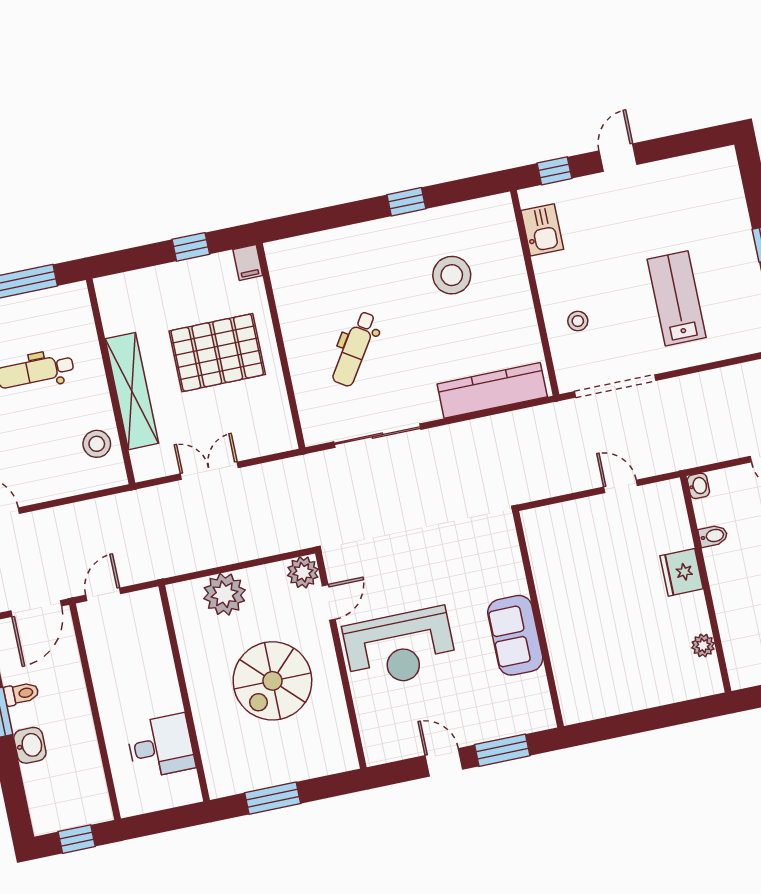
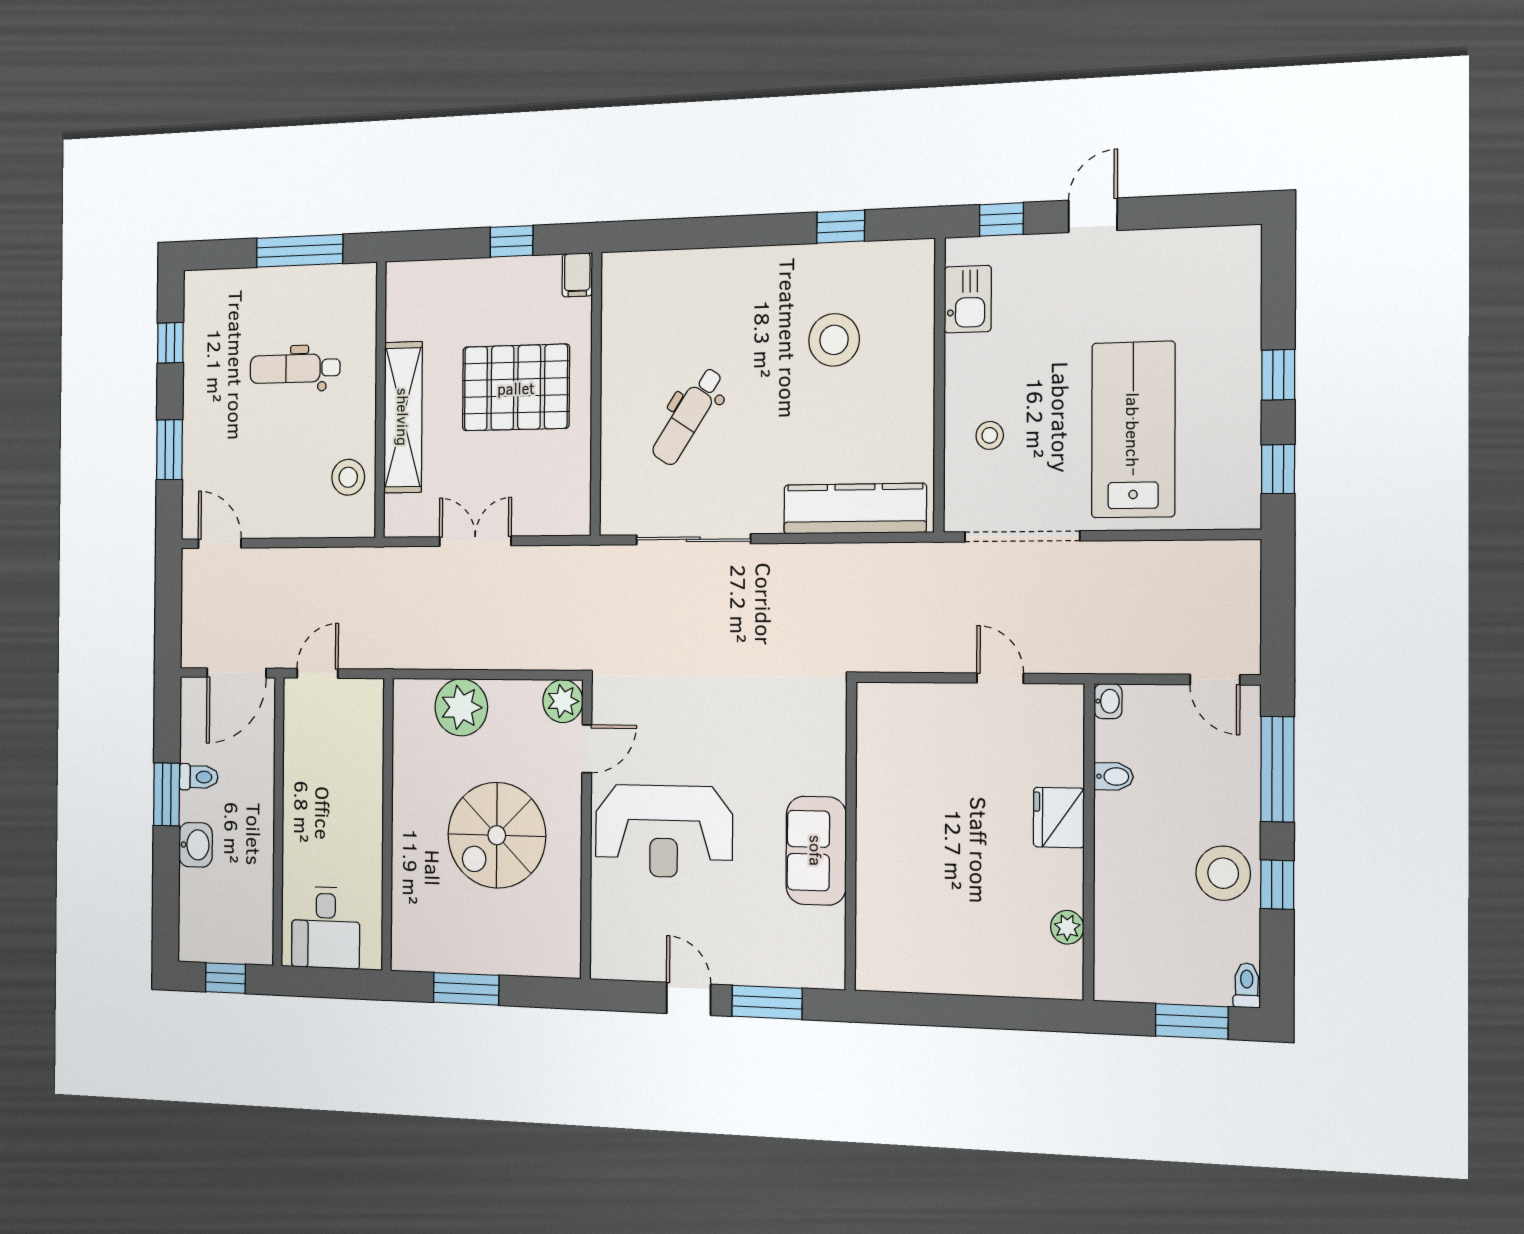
window: (406, 202) -> (841, 227), moved
lab bench: (677, 298) -> (1133, 430), width x1.36, depth x1.39
desk: (161, 746) -> (326, 928), moved, turned 90

